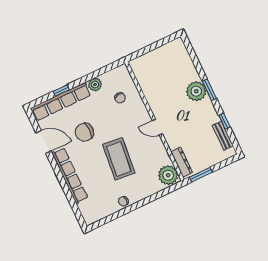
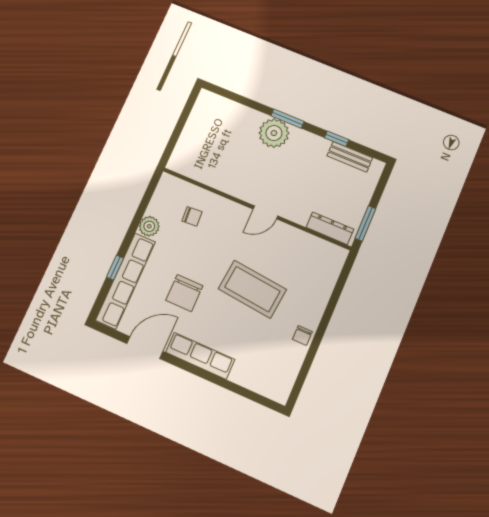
plant: (168, 175) -> (328, 258), removed
row of seats: (70, 176) -> (200, 356), width x0.73

